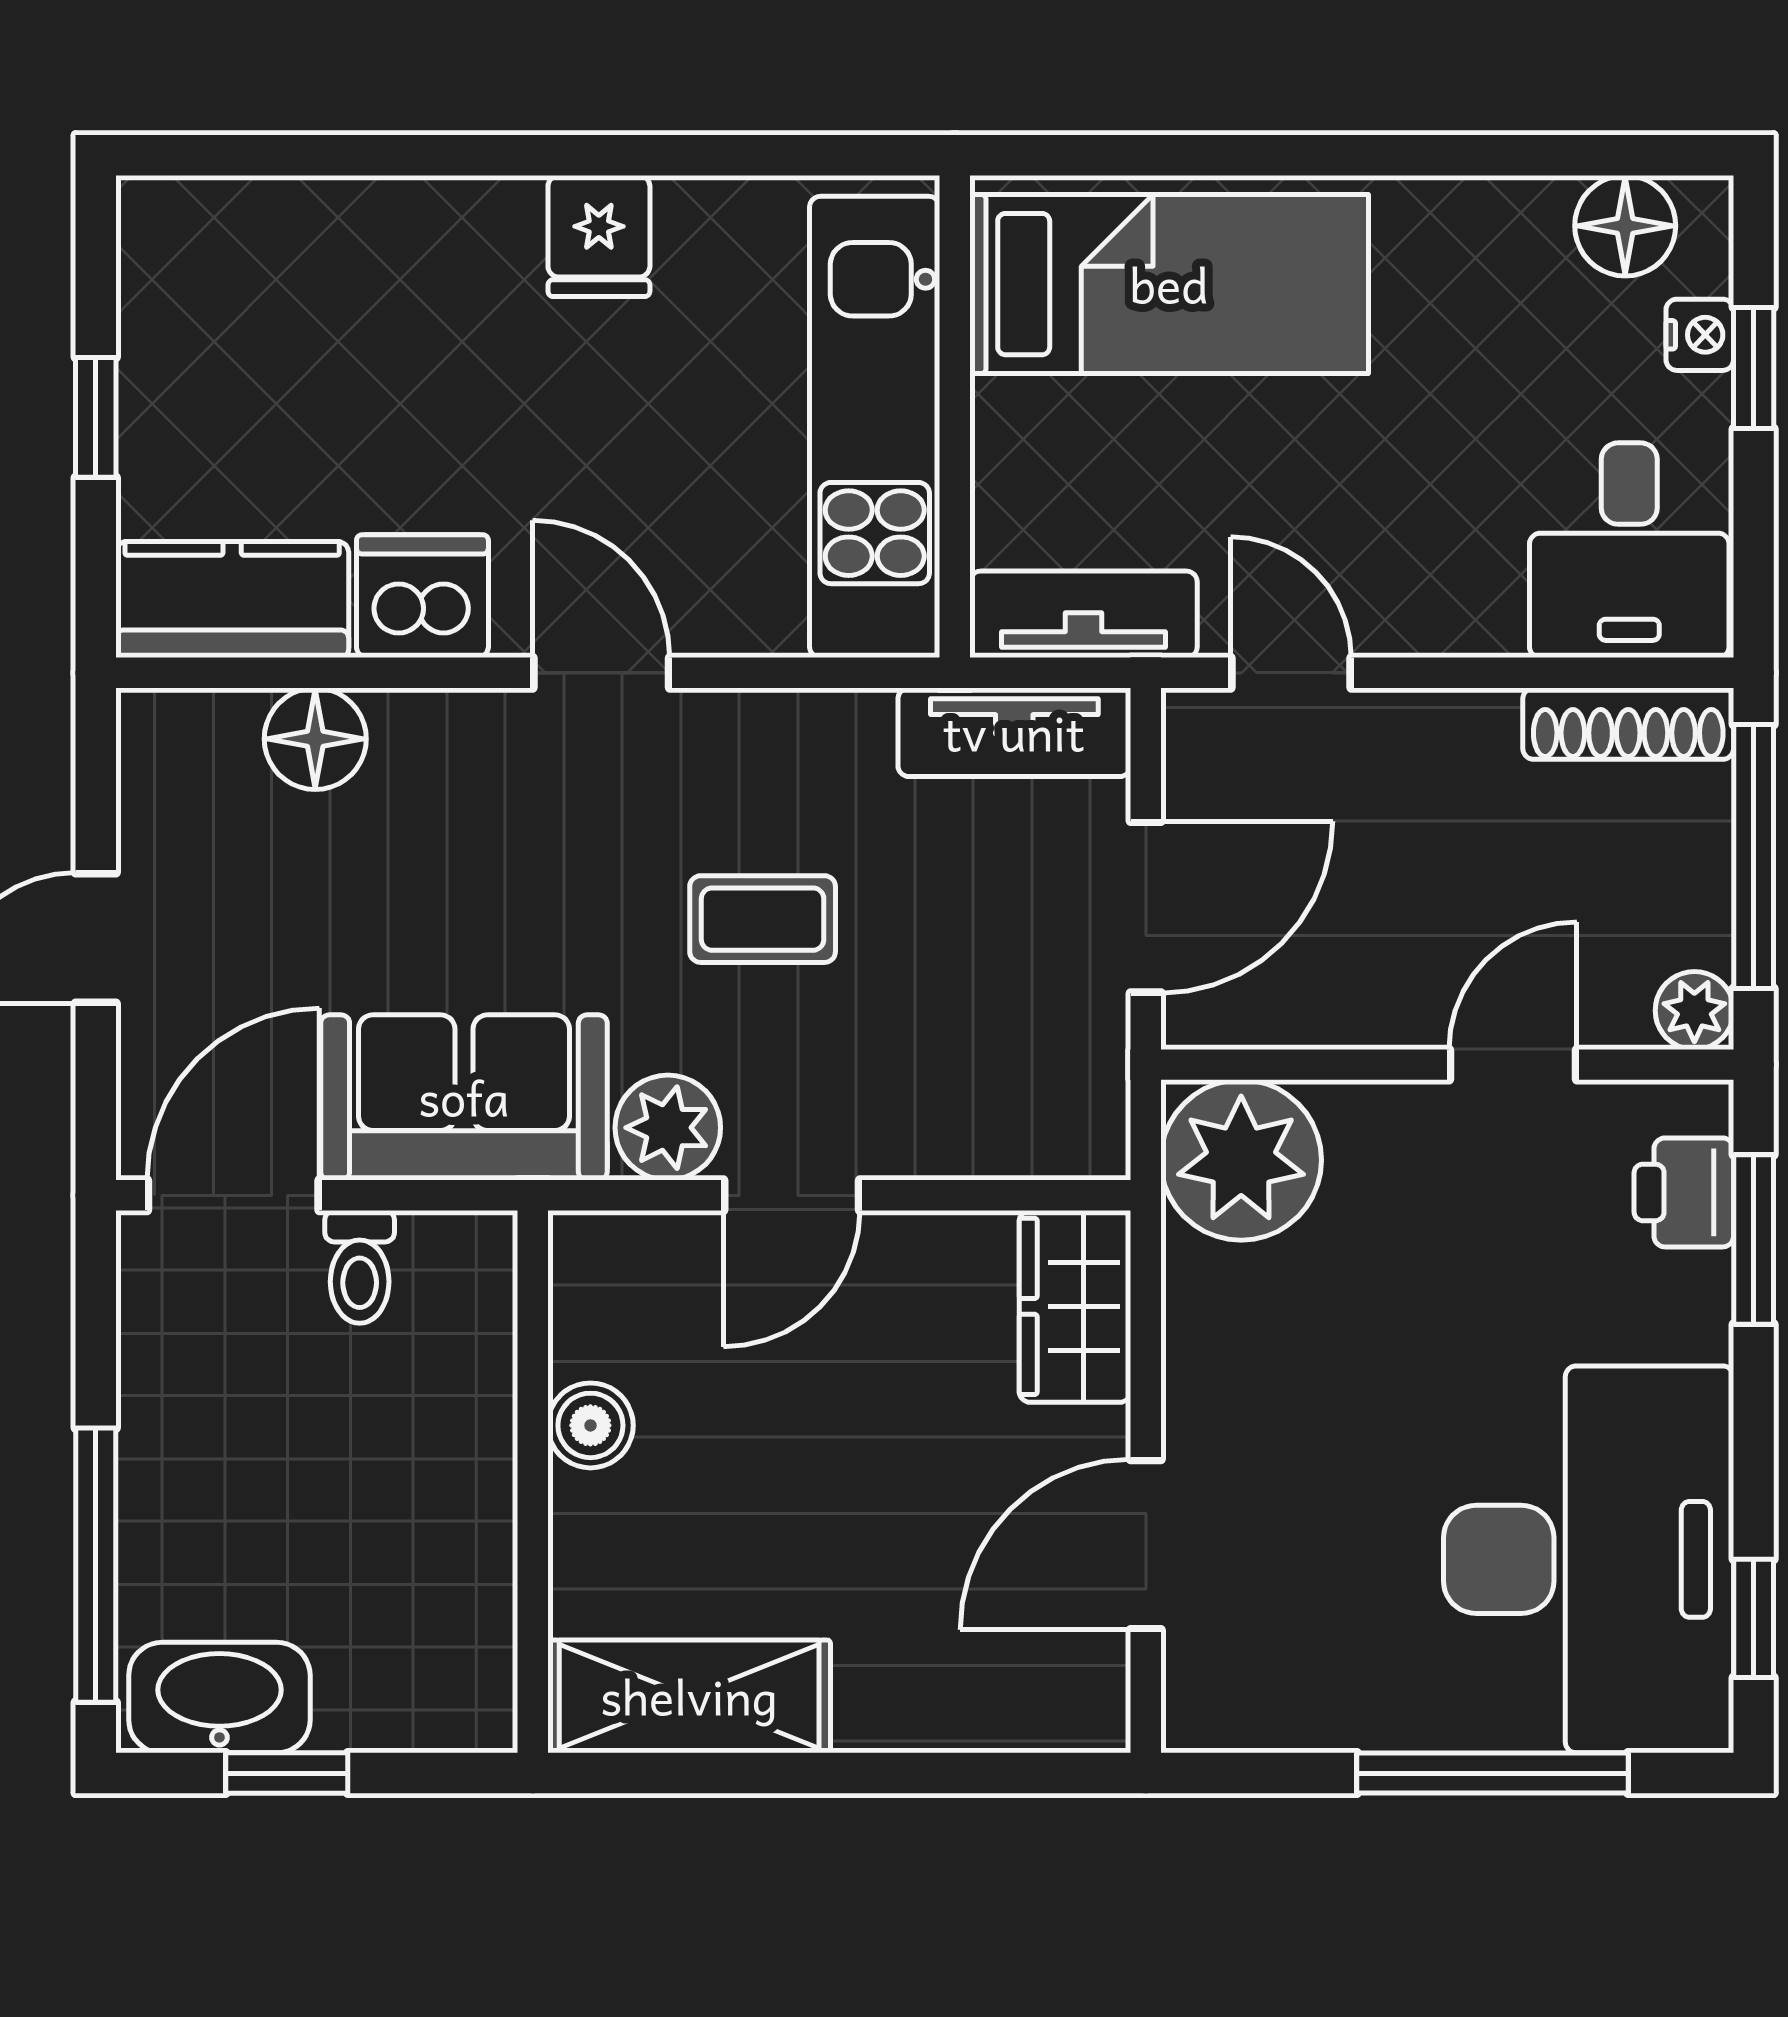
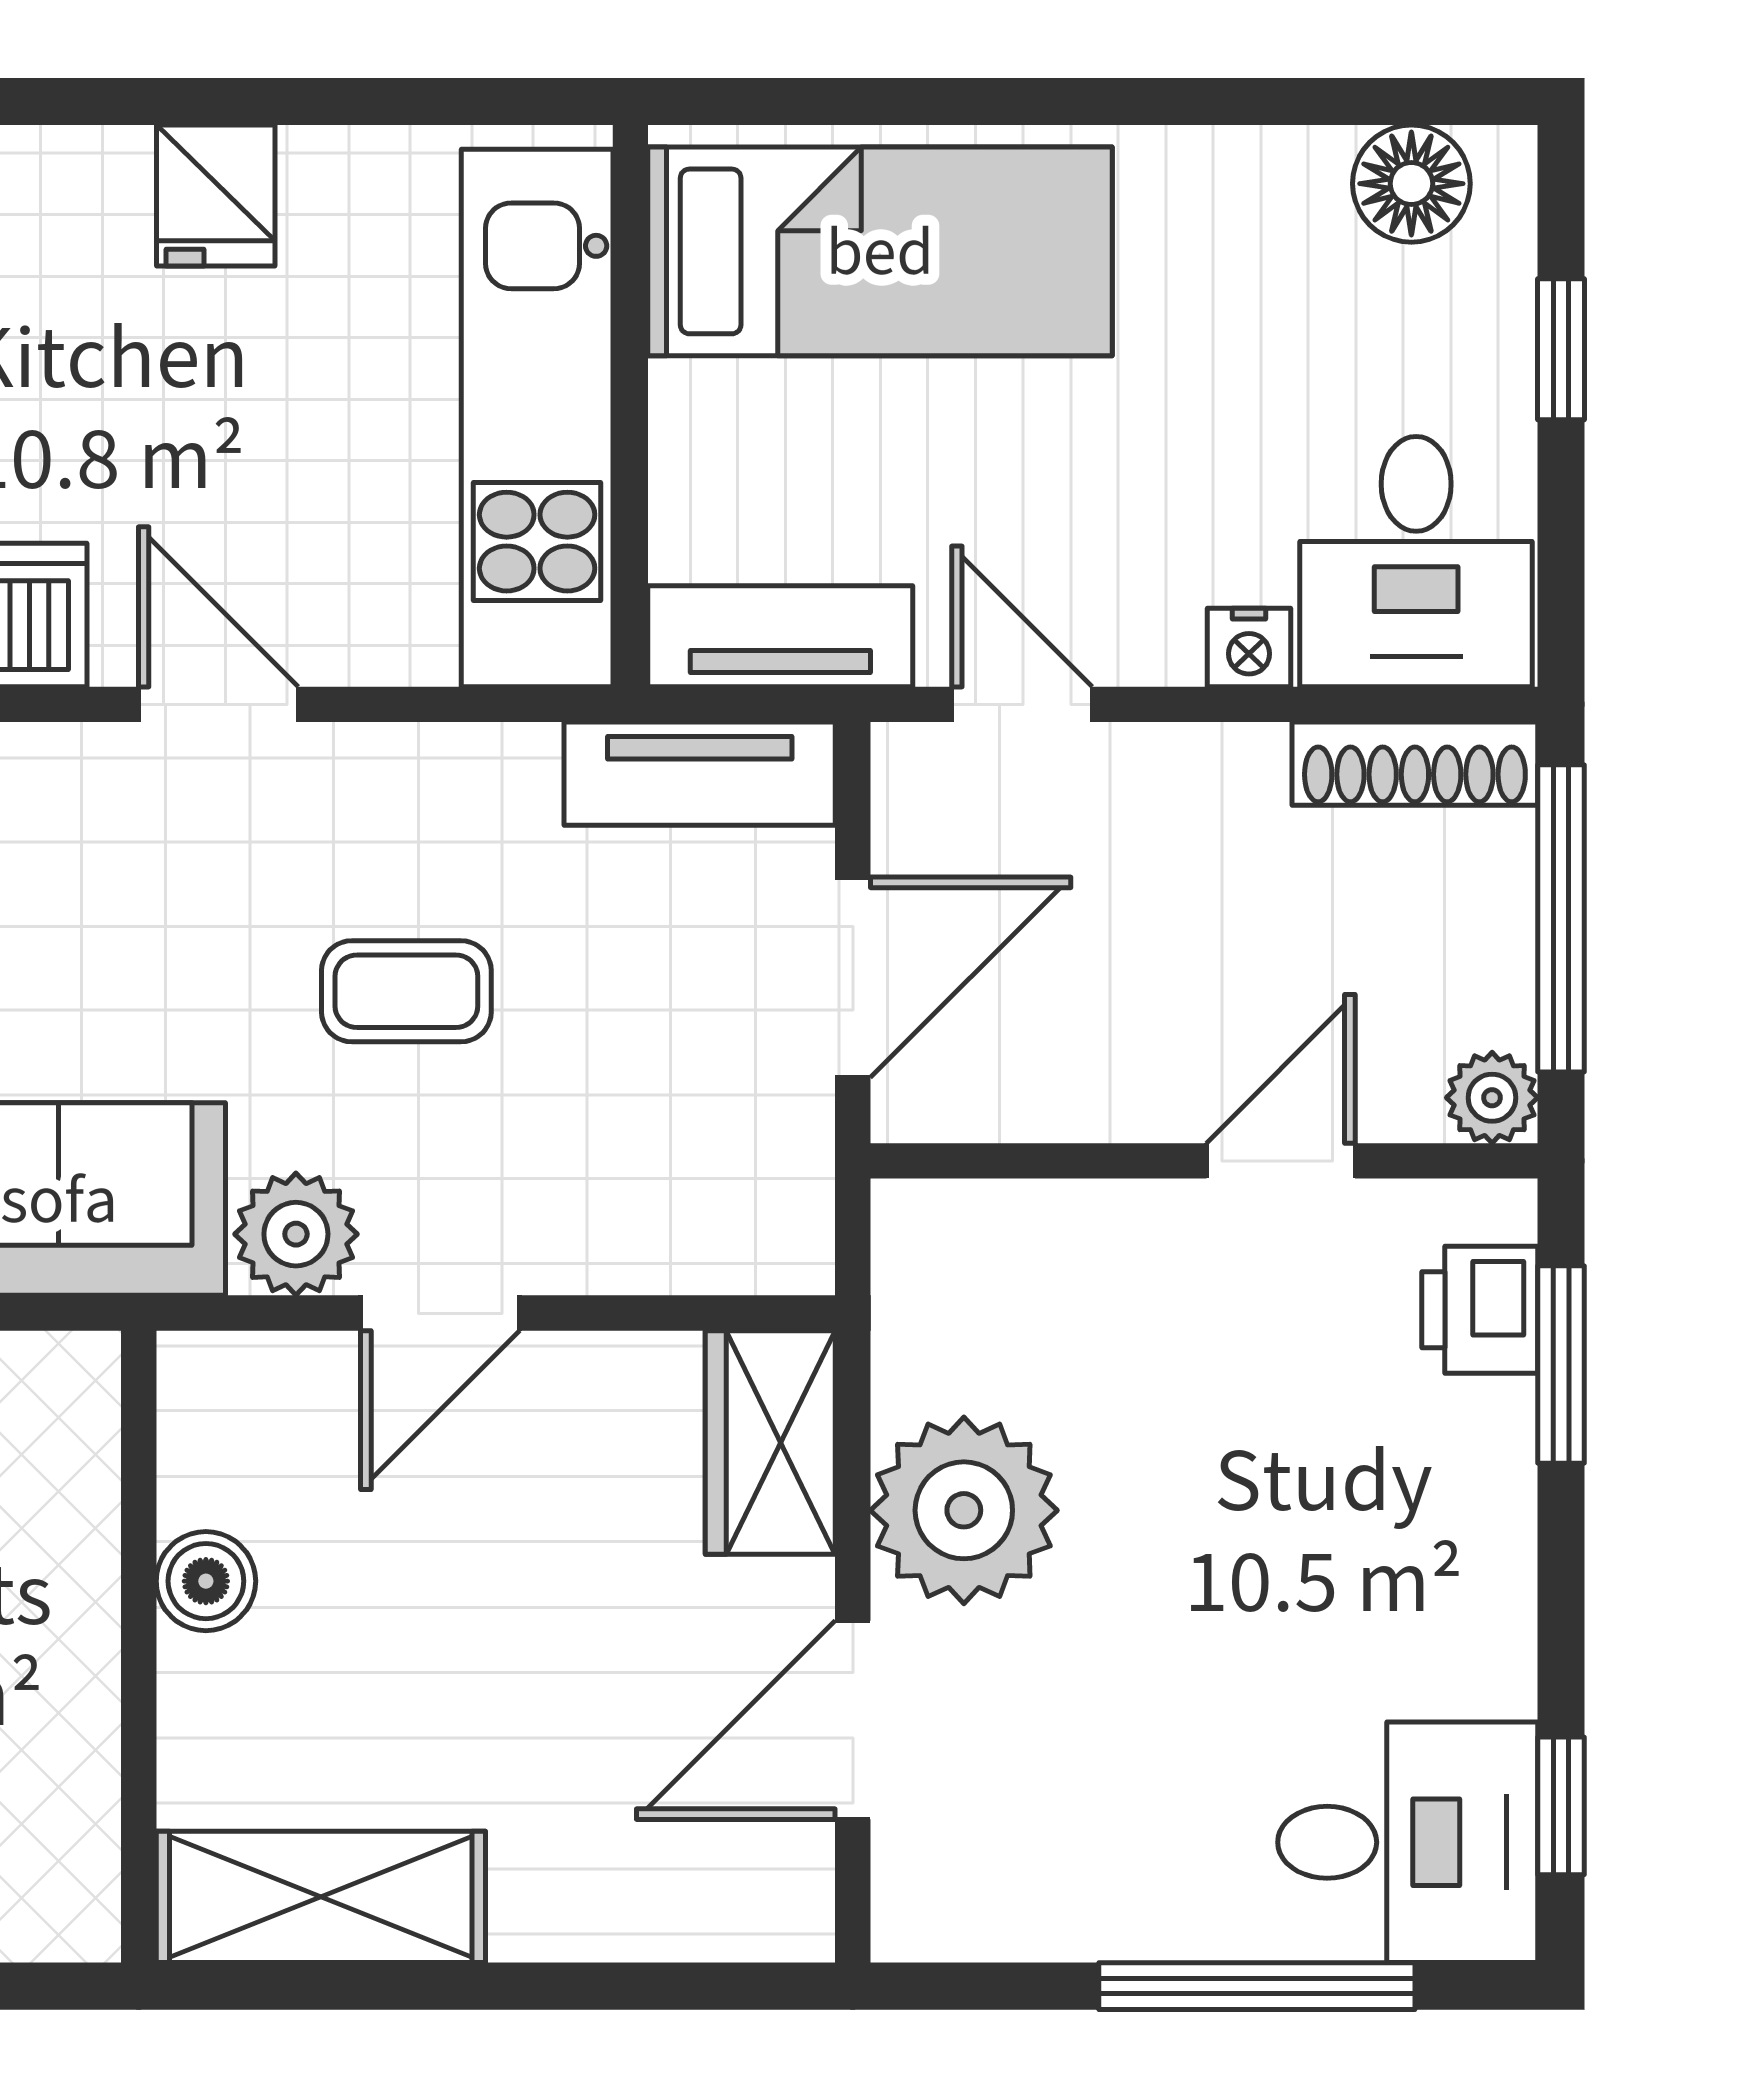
nightstand: (1700, 335) -> (1249, 647), moved, turned 90
plant: (1241, 1160) -> (964, 1510), moved
desk: (1589, 1559) -> (1408, 1842), width x0.53, depth x0.77

